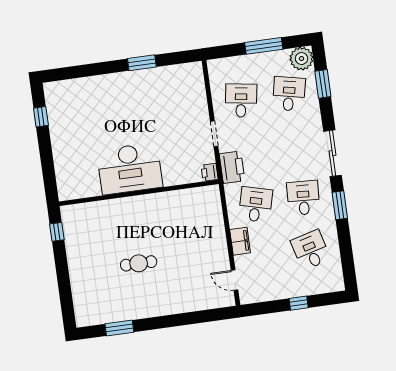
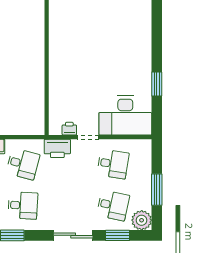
sliding door: (332, 153) -> (73, 235), moved
desk: (130, 169) -> (125, 116), moved, turned -90
printer: (210, 172) -> (69, 129), moved

